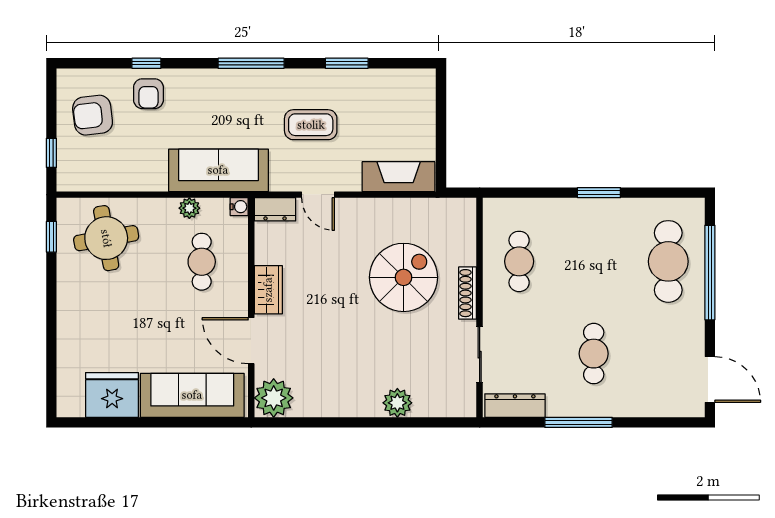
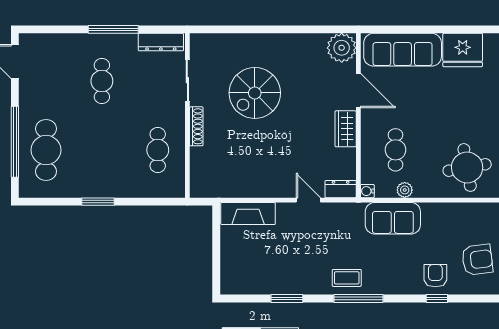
coffee table: (311, 125) -> (347, 278), moved, width x0.73, depth x0.77
sofa: (218, 170) -> (393, 218), width x0.73
spiral stairs: (404, 277) -> (255, 93), moved
plant: (397, 403) -> (249, 44), removed

